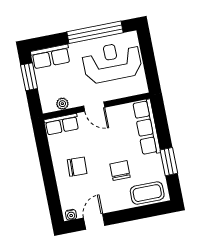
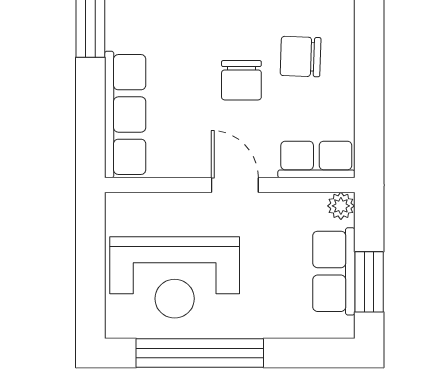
row of seats: (51, 57) -> (334, 271), moved, turned -90
plant: (62, 104) -> (341, 206), moved
chair: (120, 171) -> (241, 80), moved

